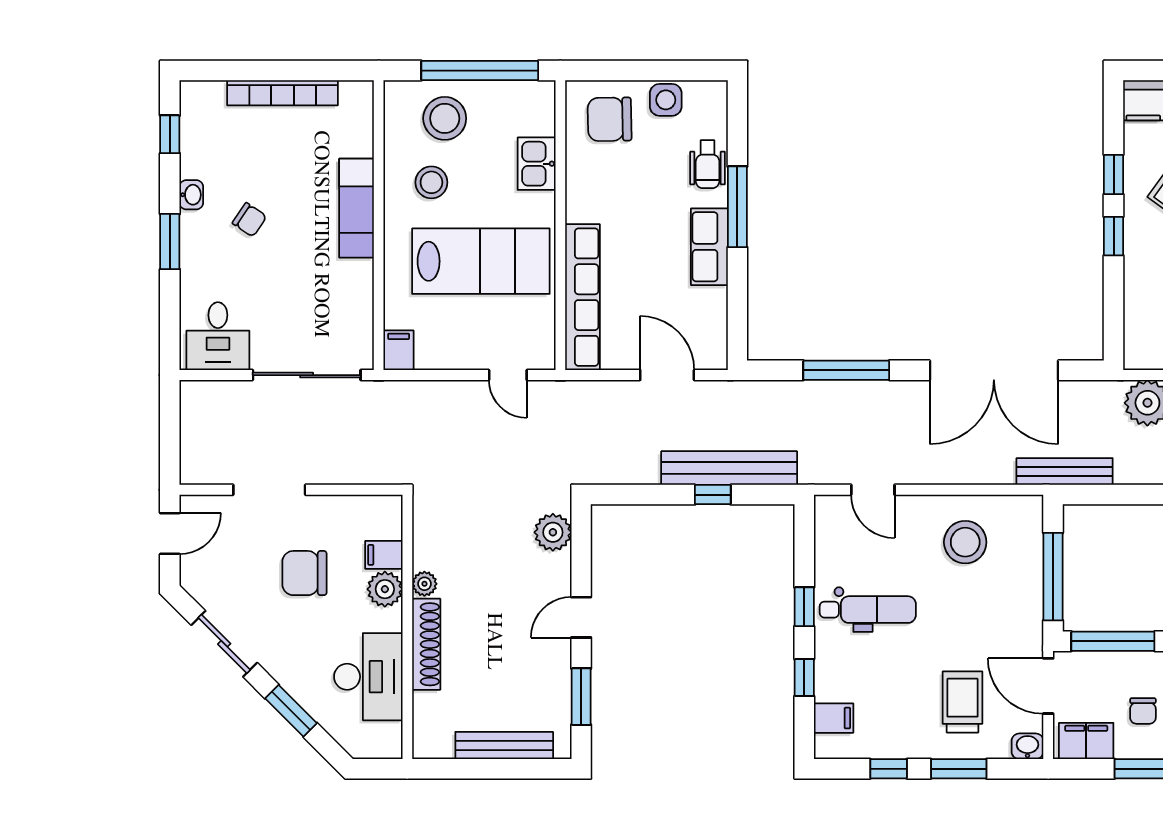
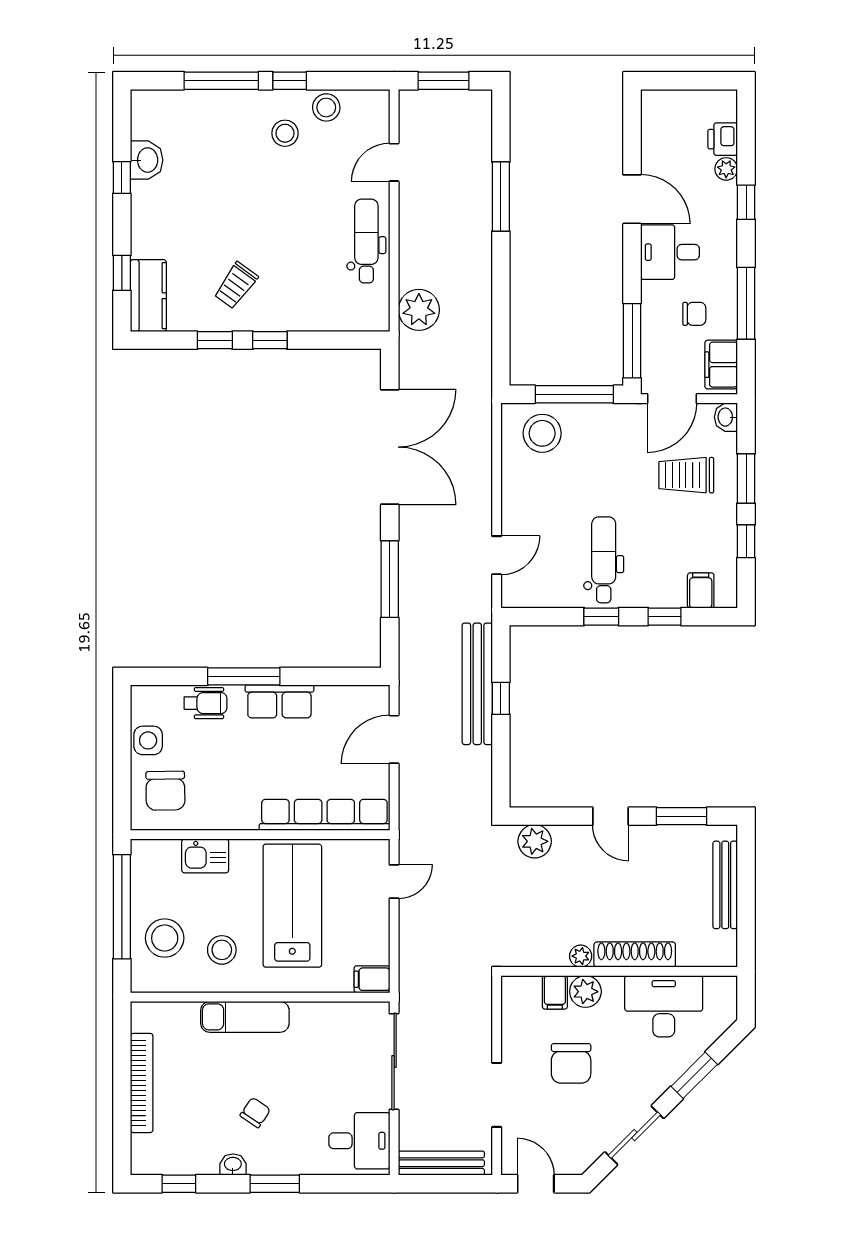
bench: (1065, 472) -> (441, 1163), moved, turned 90
stool: (965, 542) -> (542, 433), moved

